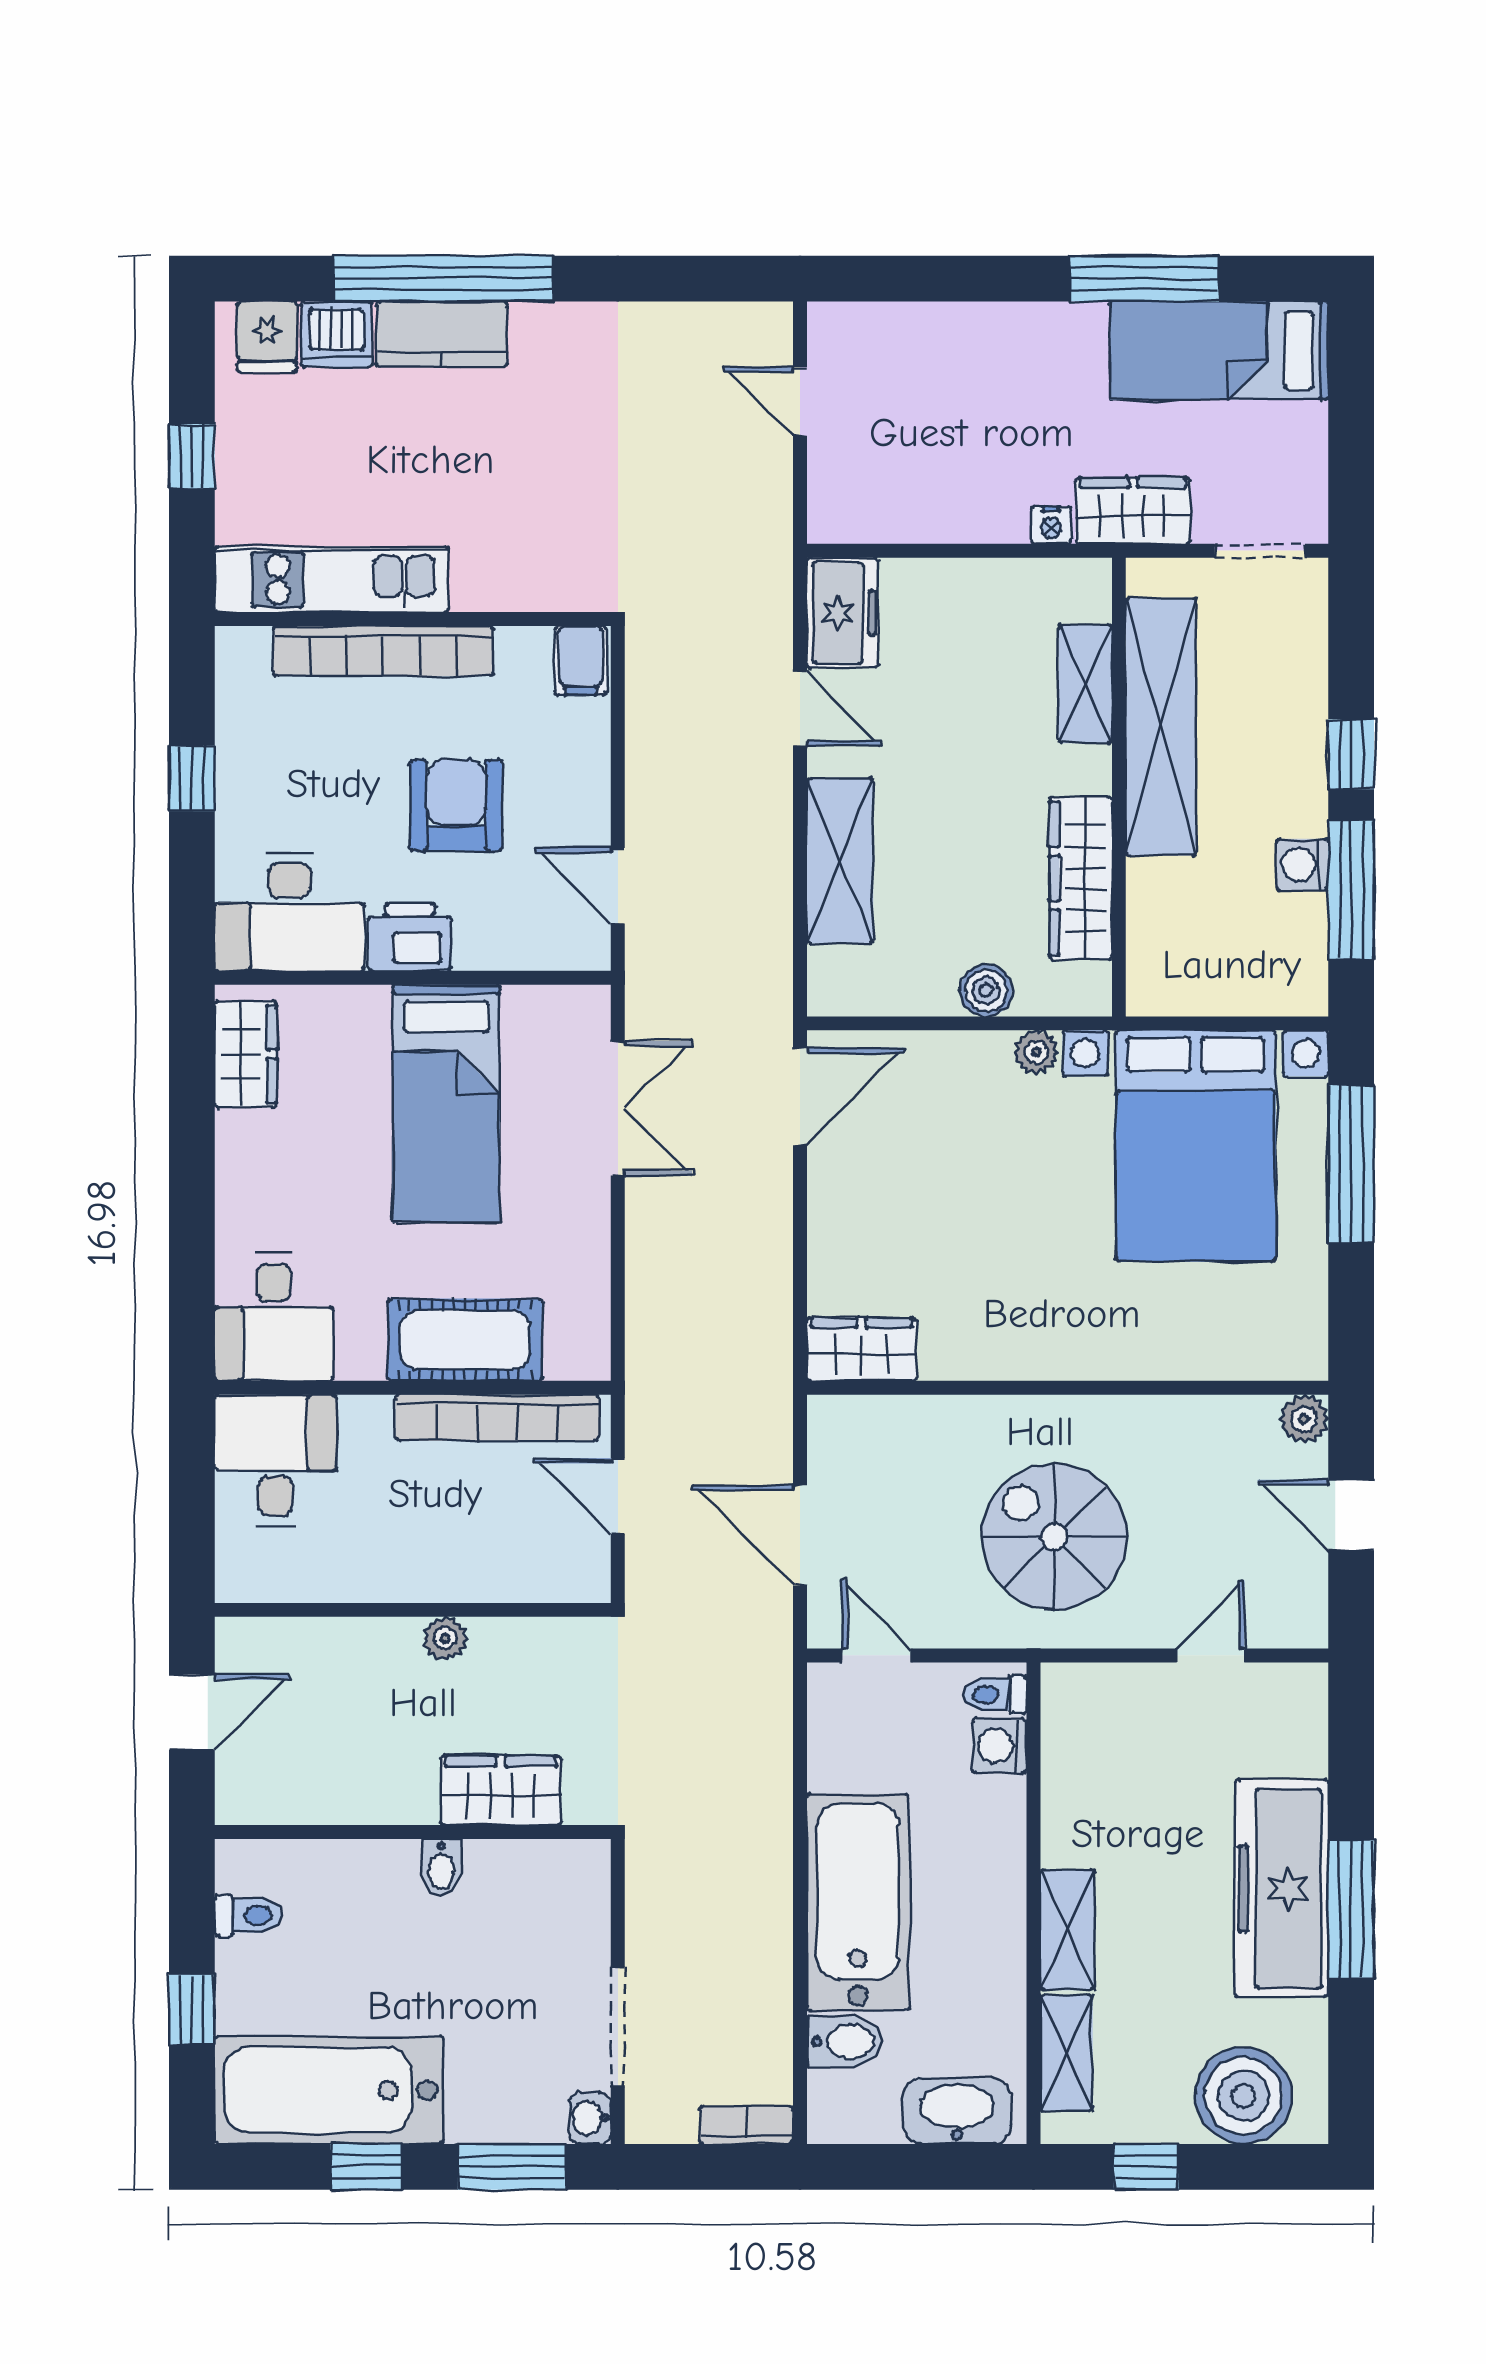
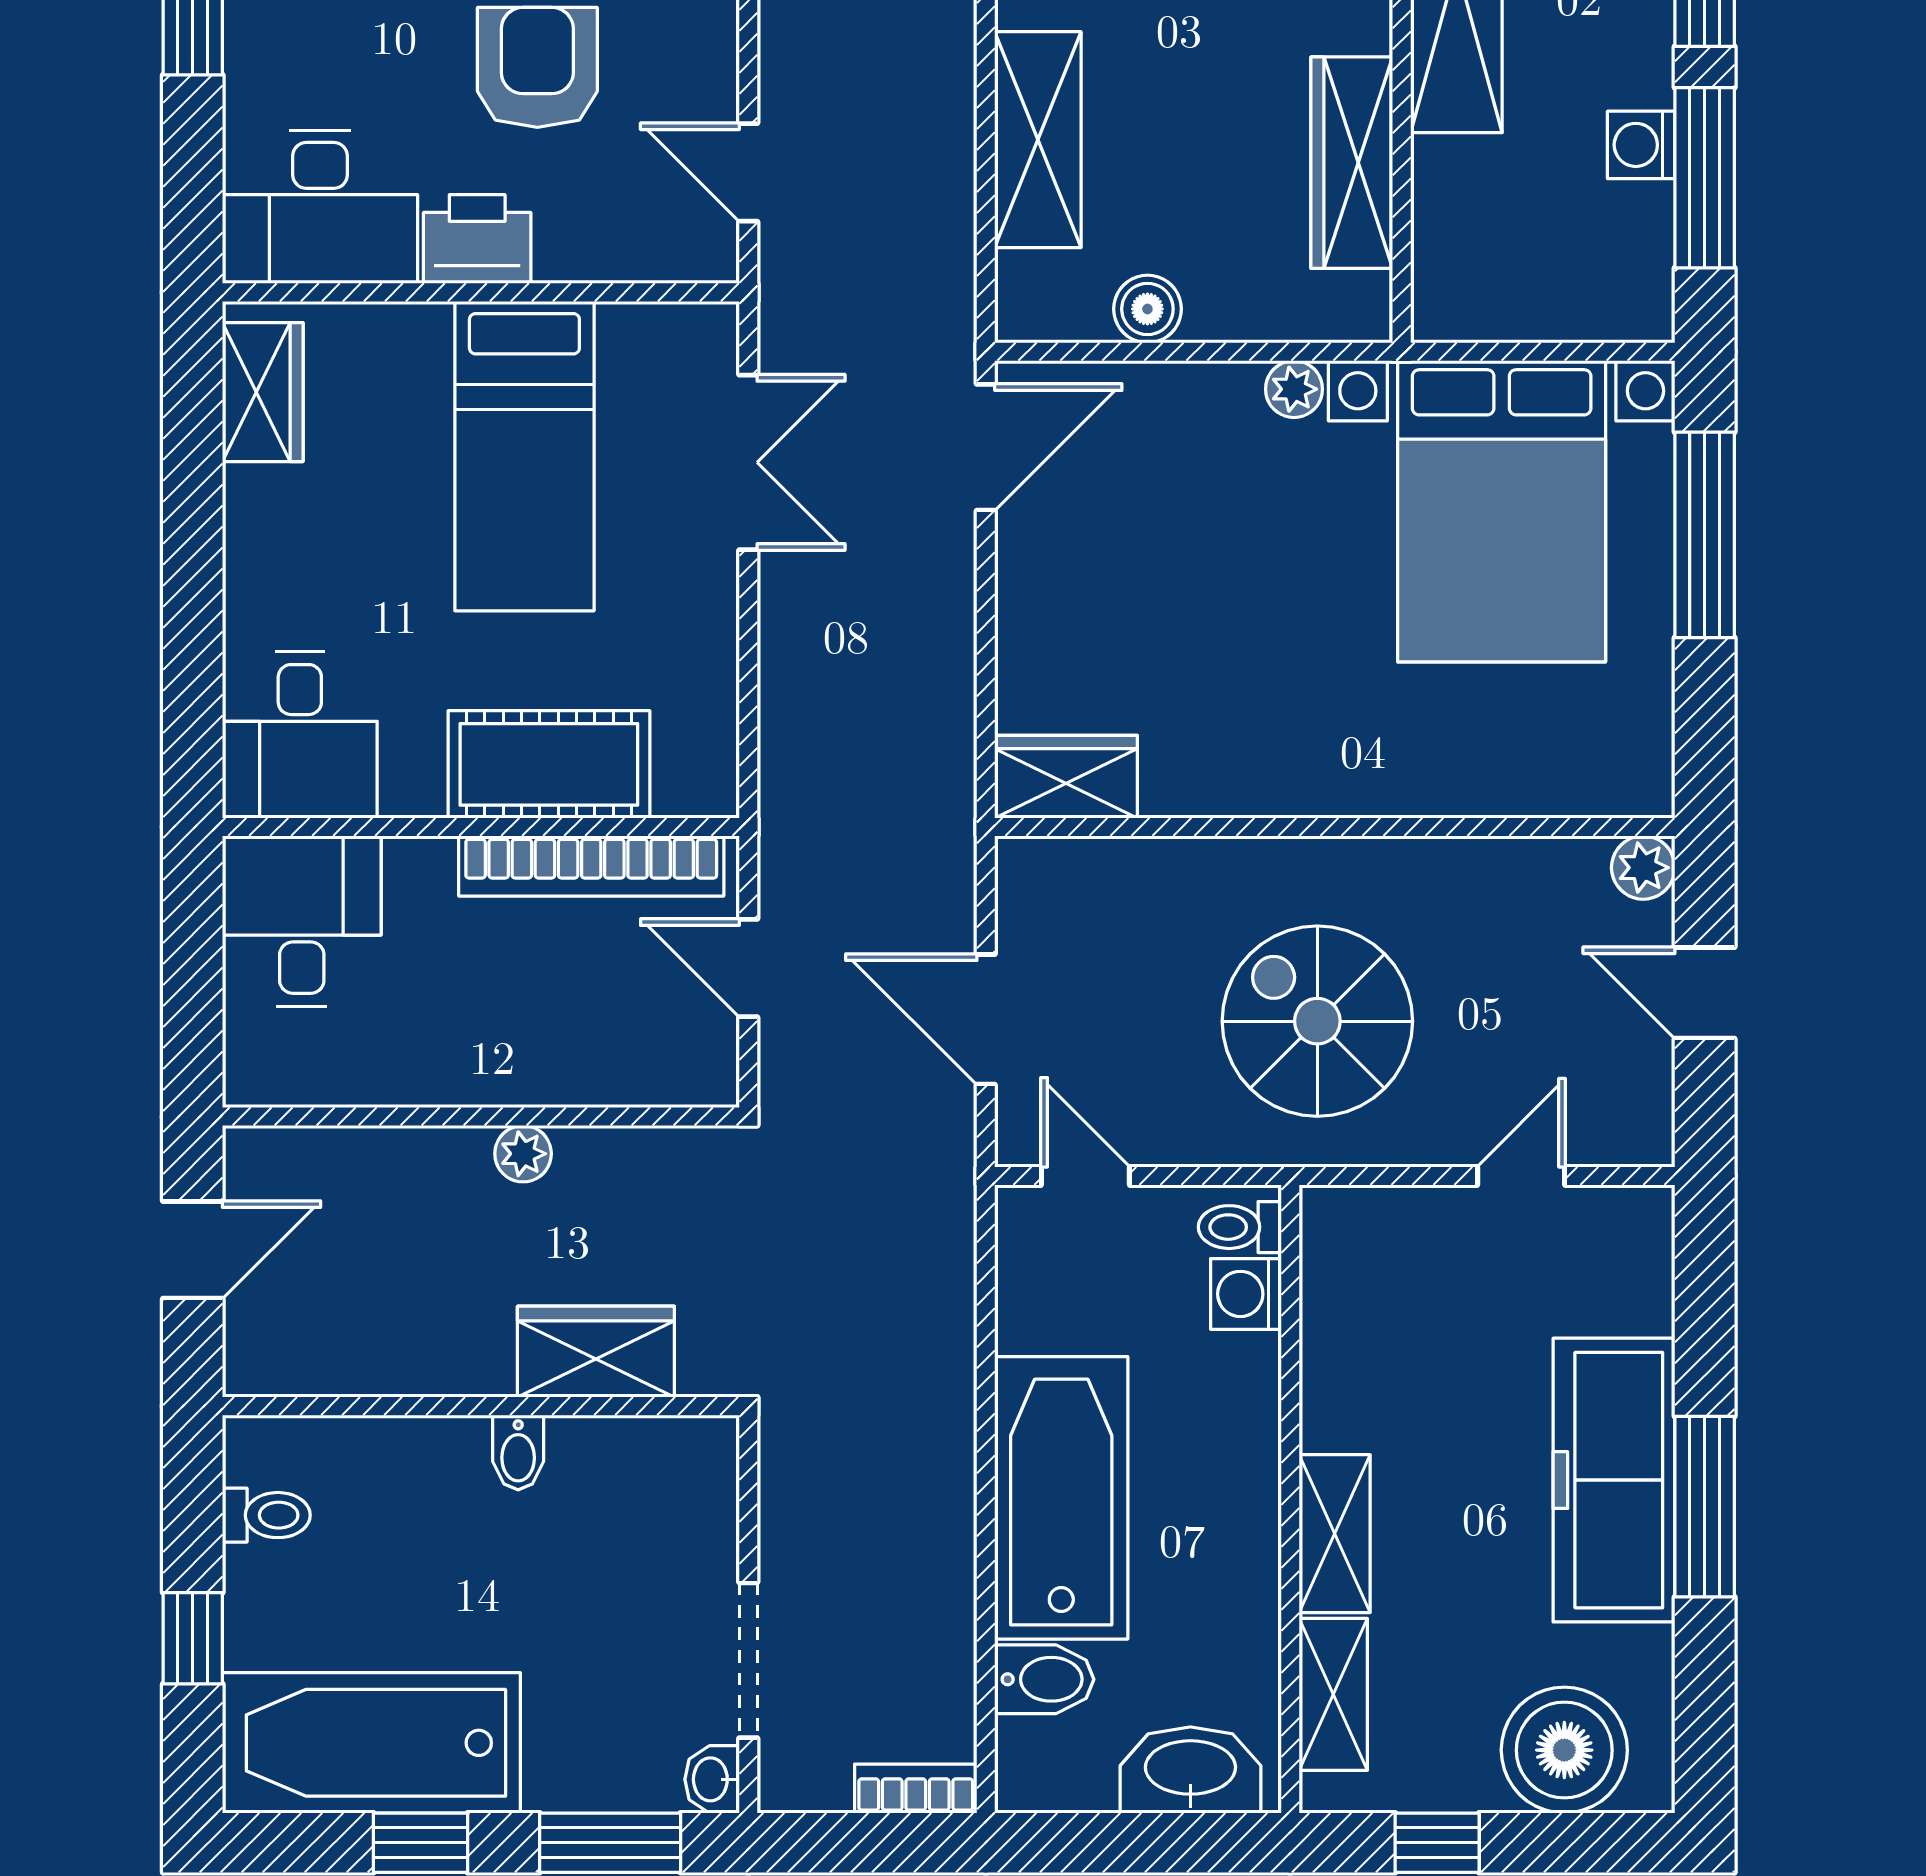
boiler: (986, 991) -> (1147, 309), moved

